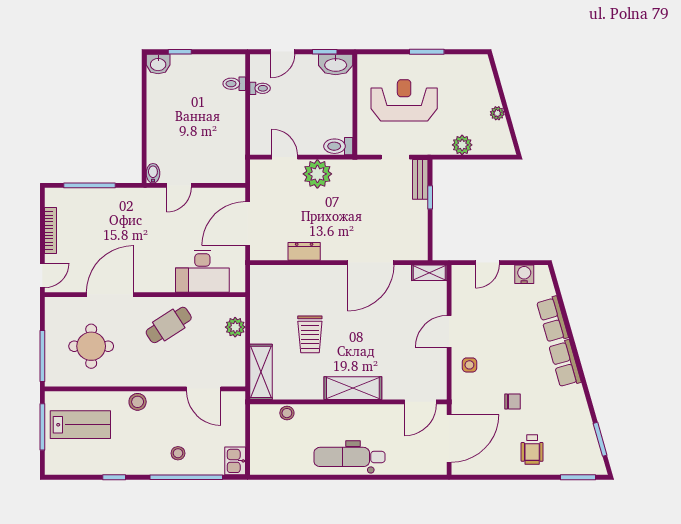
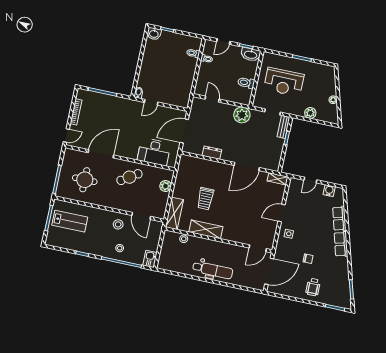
reception desk: (404, 100) -> (284, 82), turned 180
toilet: (338, 146) -> (246, 83), moved
plant: (317, 174) -> (242, 115), moved
shelving: (353, 388) -> (206, 229), moved
stool: (138, 402) -> (118, 224), moved
dental chair: (350, 457) -> (213, 270), turned 180

